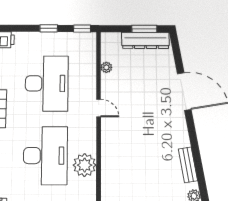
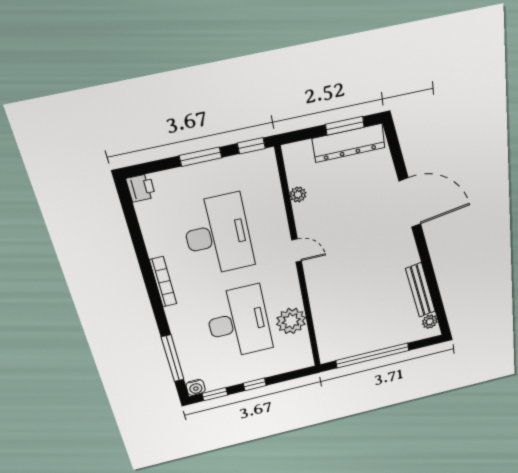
window: (49, 28) -> (201, 157), width x1.50
bench: (188, 165) -> (420, 290), width x1.36

